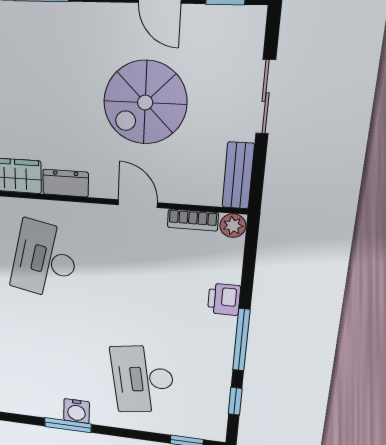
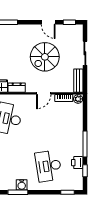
door: (138, 204) -> (44, 93), swing flipped
printer: (224, 299) -> (77, 163), moved

